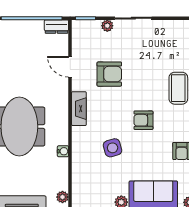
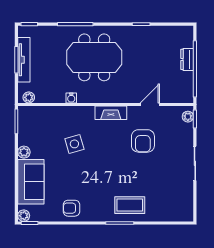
plant: (107, 26) -> (188, 117), moved
dresser: (56, 27) -> (187, 59), moved
armchair: (143, 120) -> (100, 173), removed

